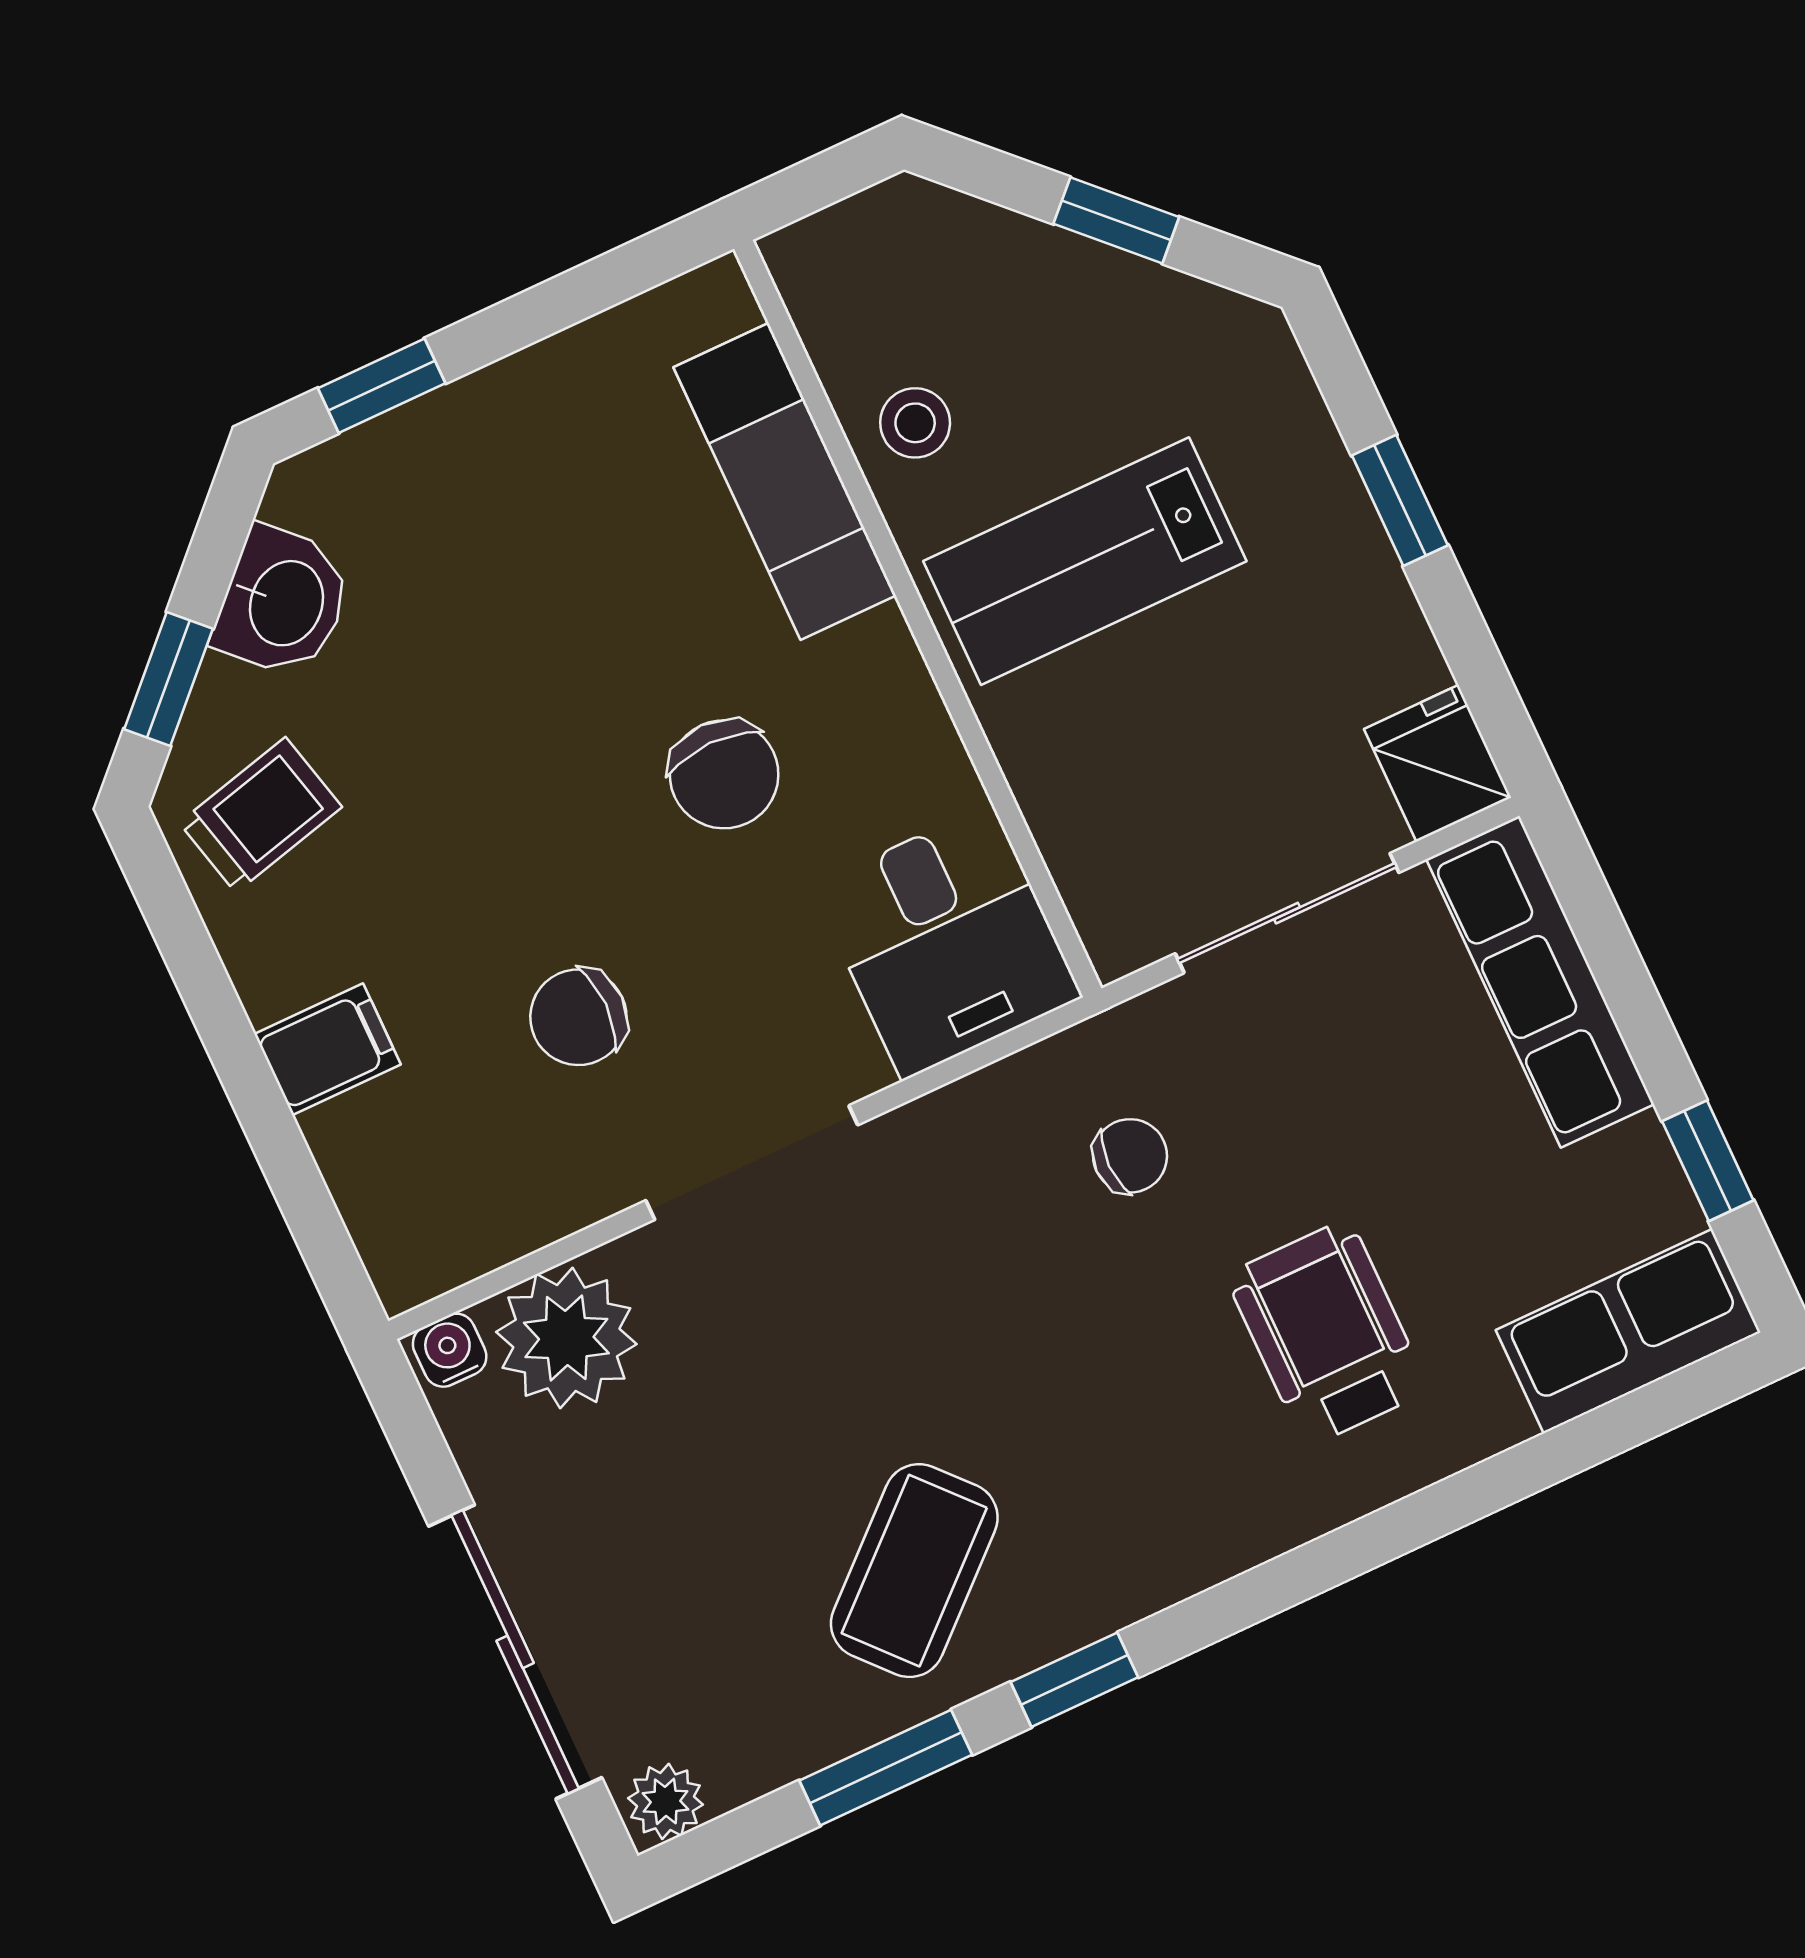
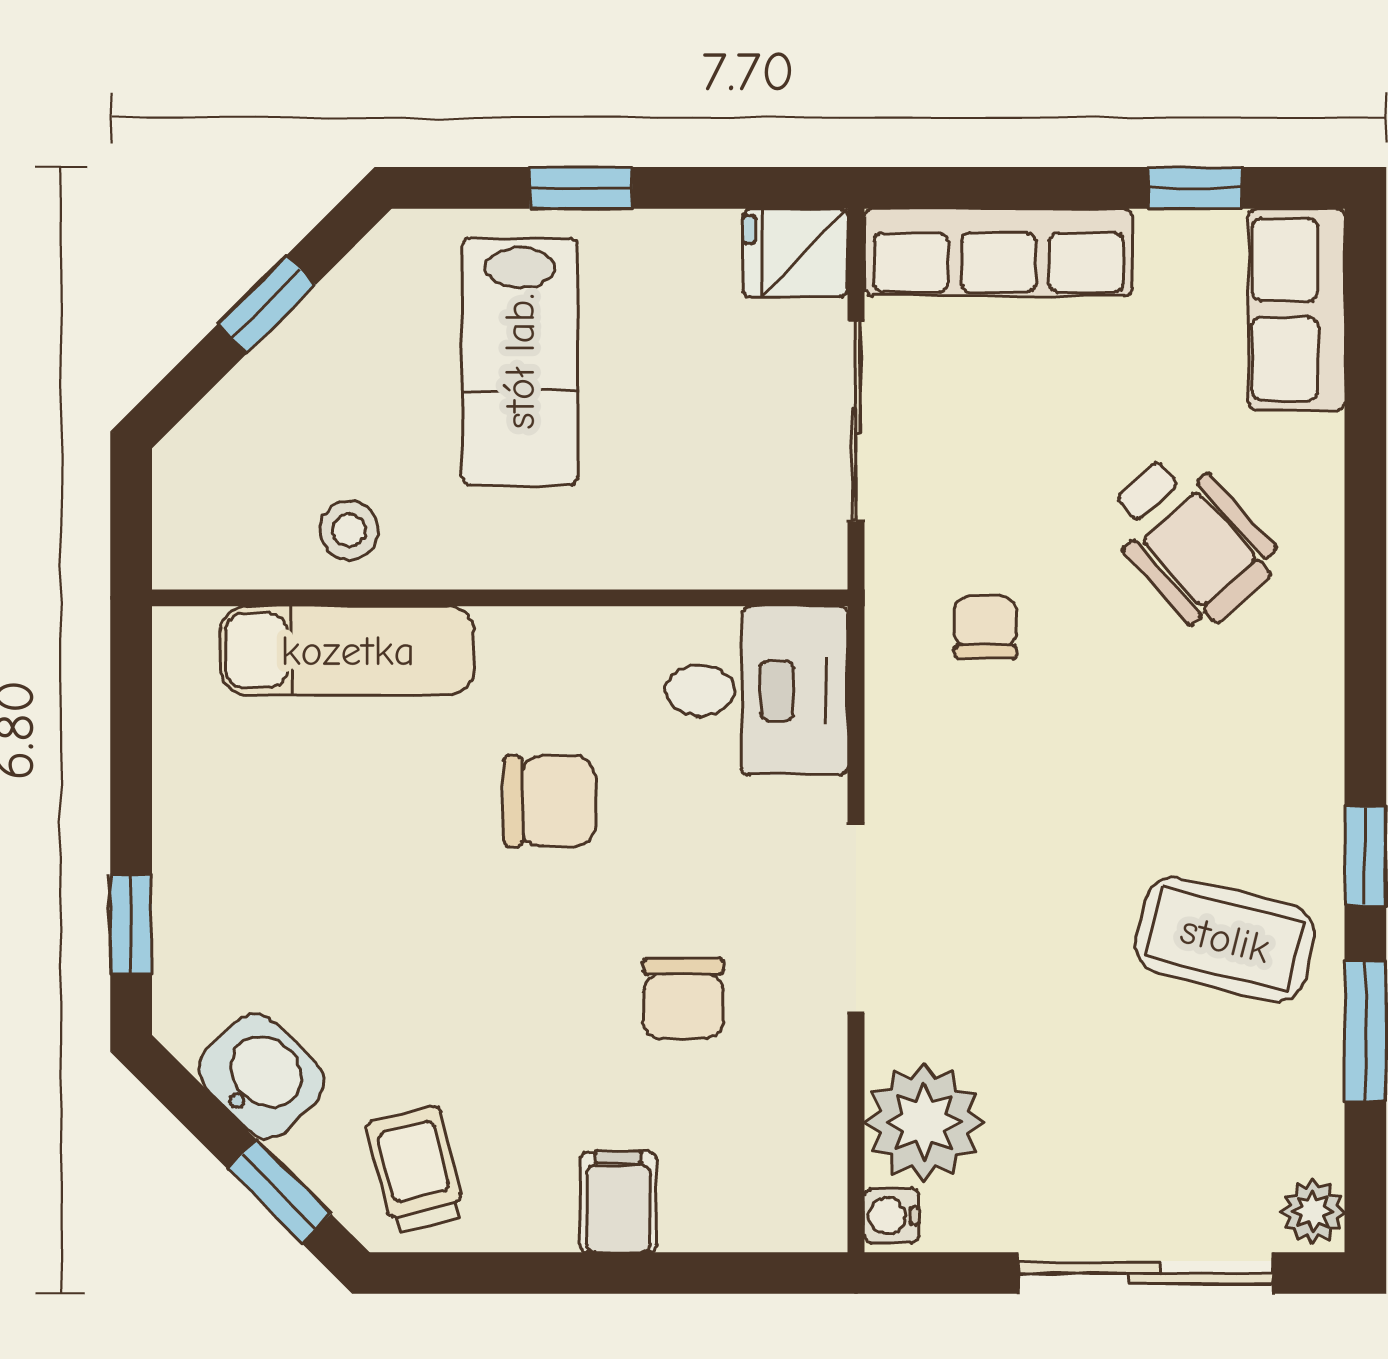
lab bench: (1085, 561) -> (520, 361), moved
wheelchair: (1327, 1333) -> (1191, 540), turned -132
coffee table: (914, 1571) -> (1225, 939), turned -34

